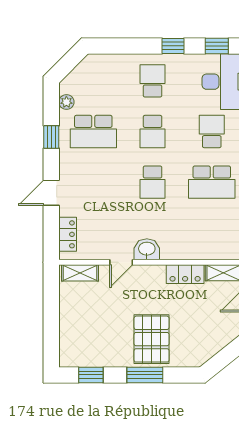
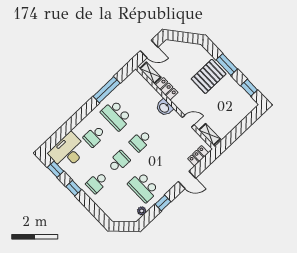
school desk: (93, 131) -> (143, 187), turned 180
school desk: (153, 182) -> (141, 141), turned 180
school desk: (212, 182) -> (116, 115), turned 180
washbasin: (147, 249) -> (164, 108), moved

